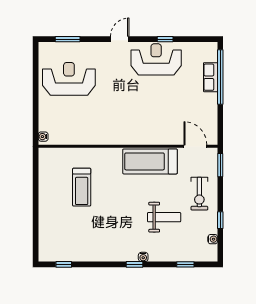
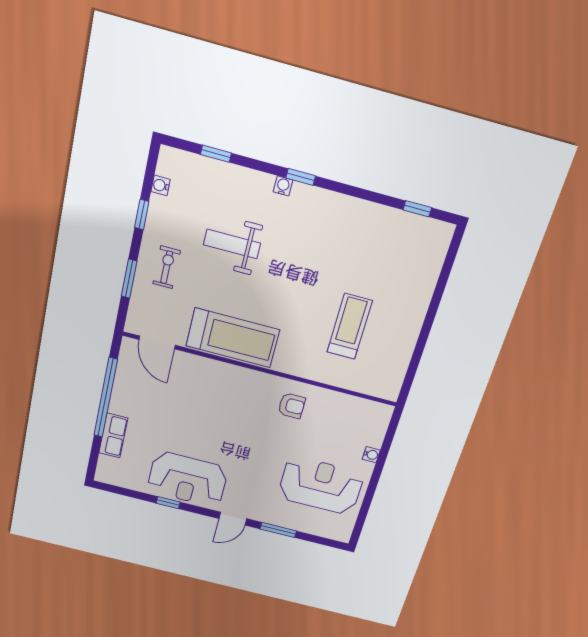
window: (68, 39) -> (278, 530), moved
window: (220, 77) -> (106, 398), moved
reception desk: (69, 79) -> (321, 485), turned 180
armchair: (103, 128) -> (292, 406), added
water cooler: (43, 137) -> (371, 455), moved
window: (220, 165) -> (129, 279), moved
exercise bike: (199, 194) -> (167, 267), width x0.73, depth x0.72

